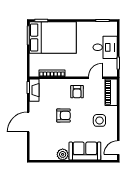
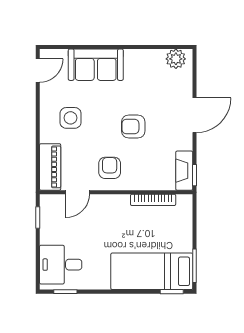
bed: (53, 37) -> (152, 271), width x0.67
desk: (105, 47) -> (61, 265), moved
plant: (63, 154) -> (176, 59), moved

